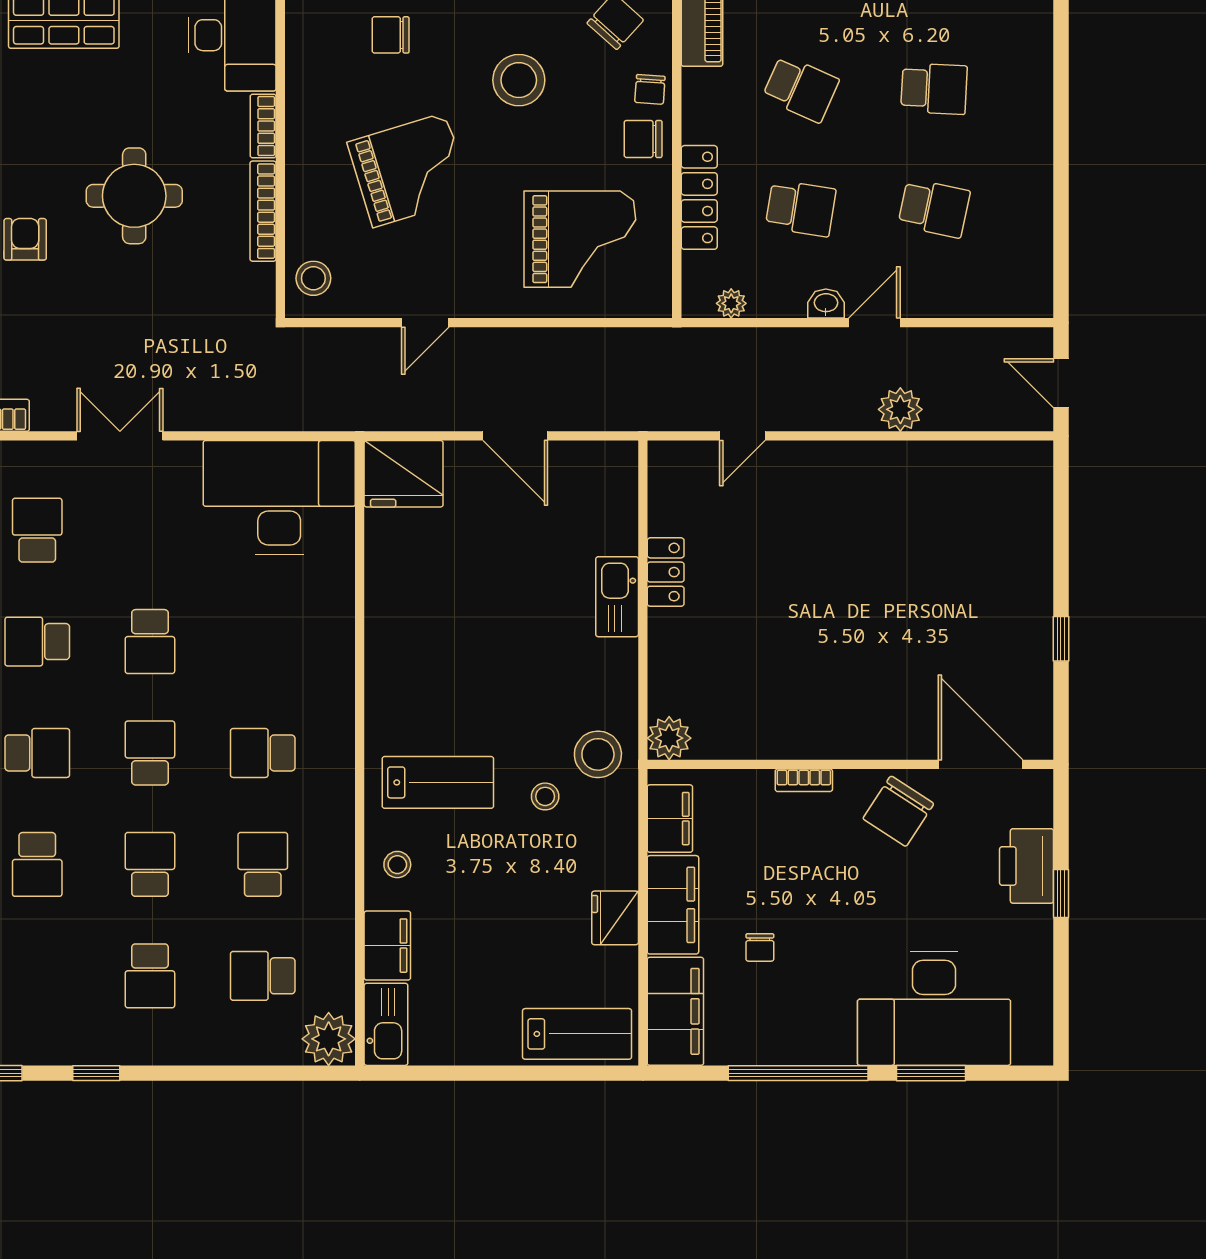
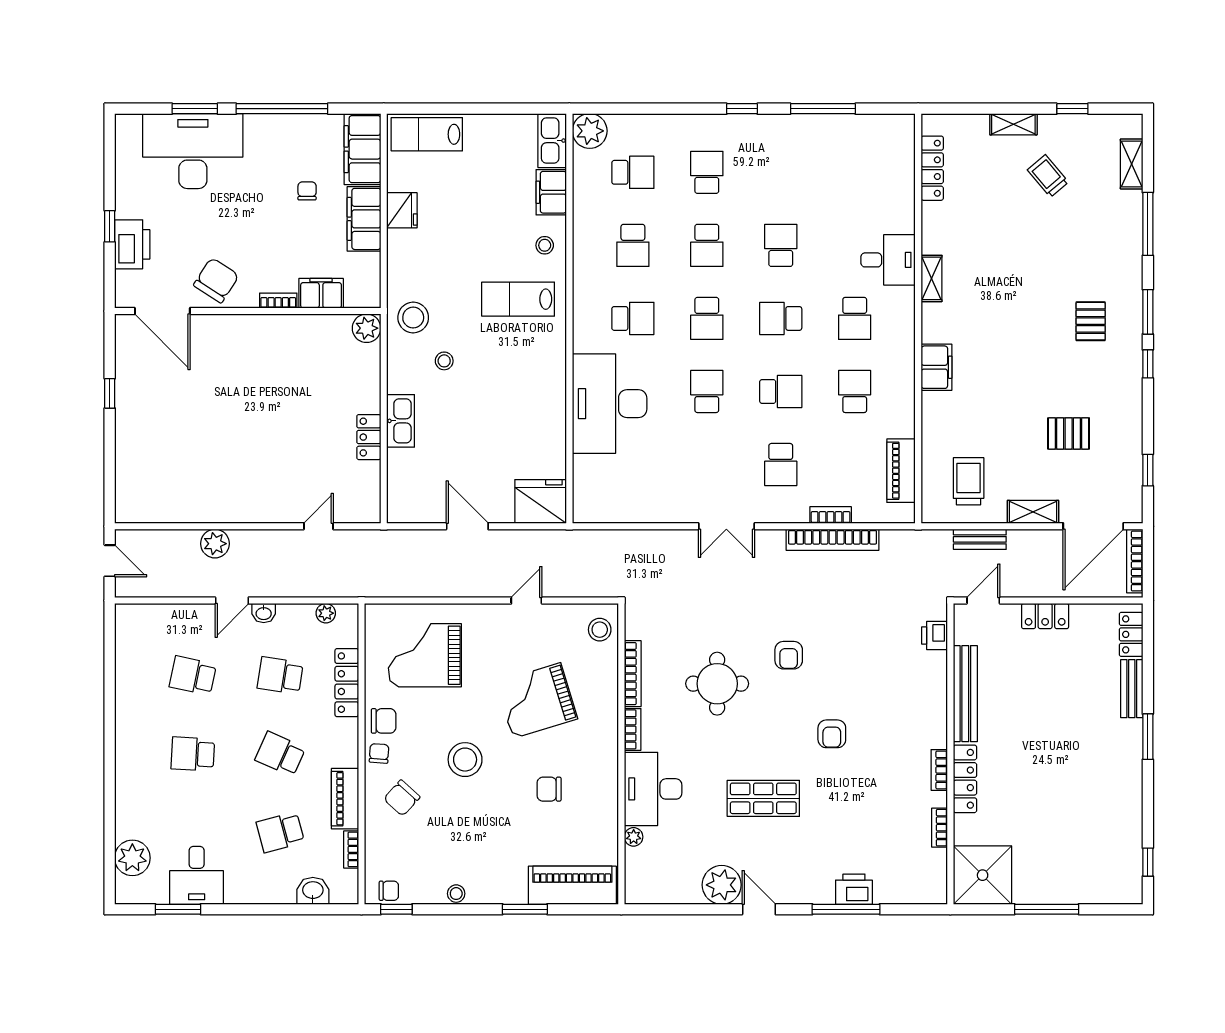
chair: (391, 35) -> (549, 789), turned 180
desk: (279, 497) -> (610, 404), moved, turned 90
stool: (545, 796) -> (444, 361), moved
filing cabinet: (670, 819) -> (321, 293), moved, turned 90

